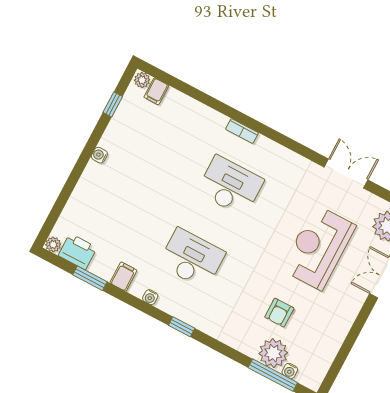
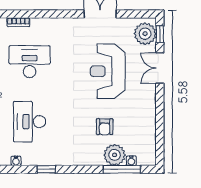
desk: (192, 258) -> (30, 122), turned -90

